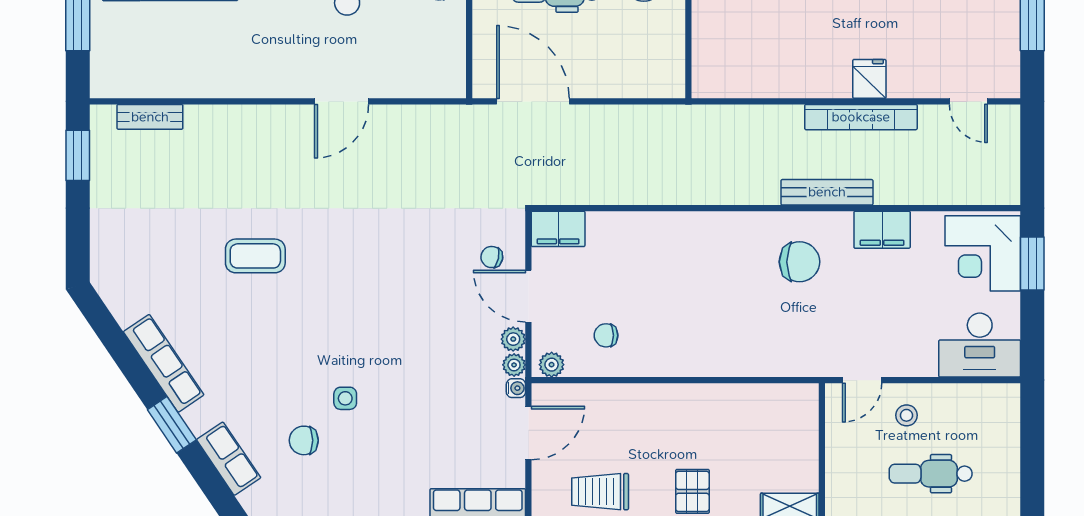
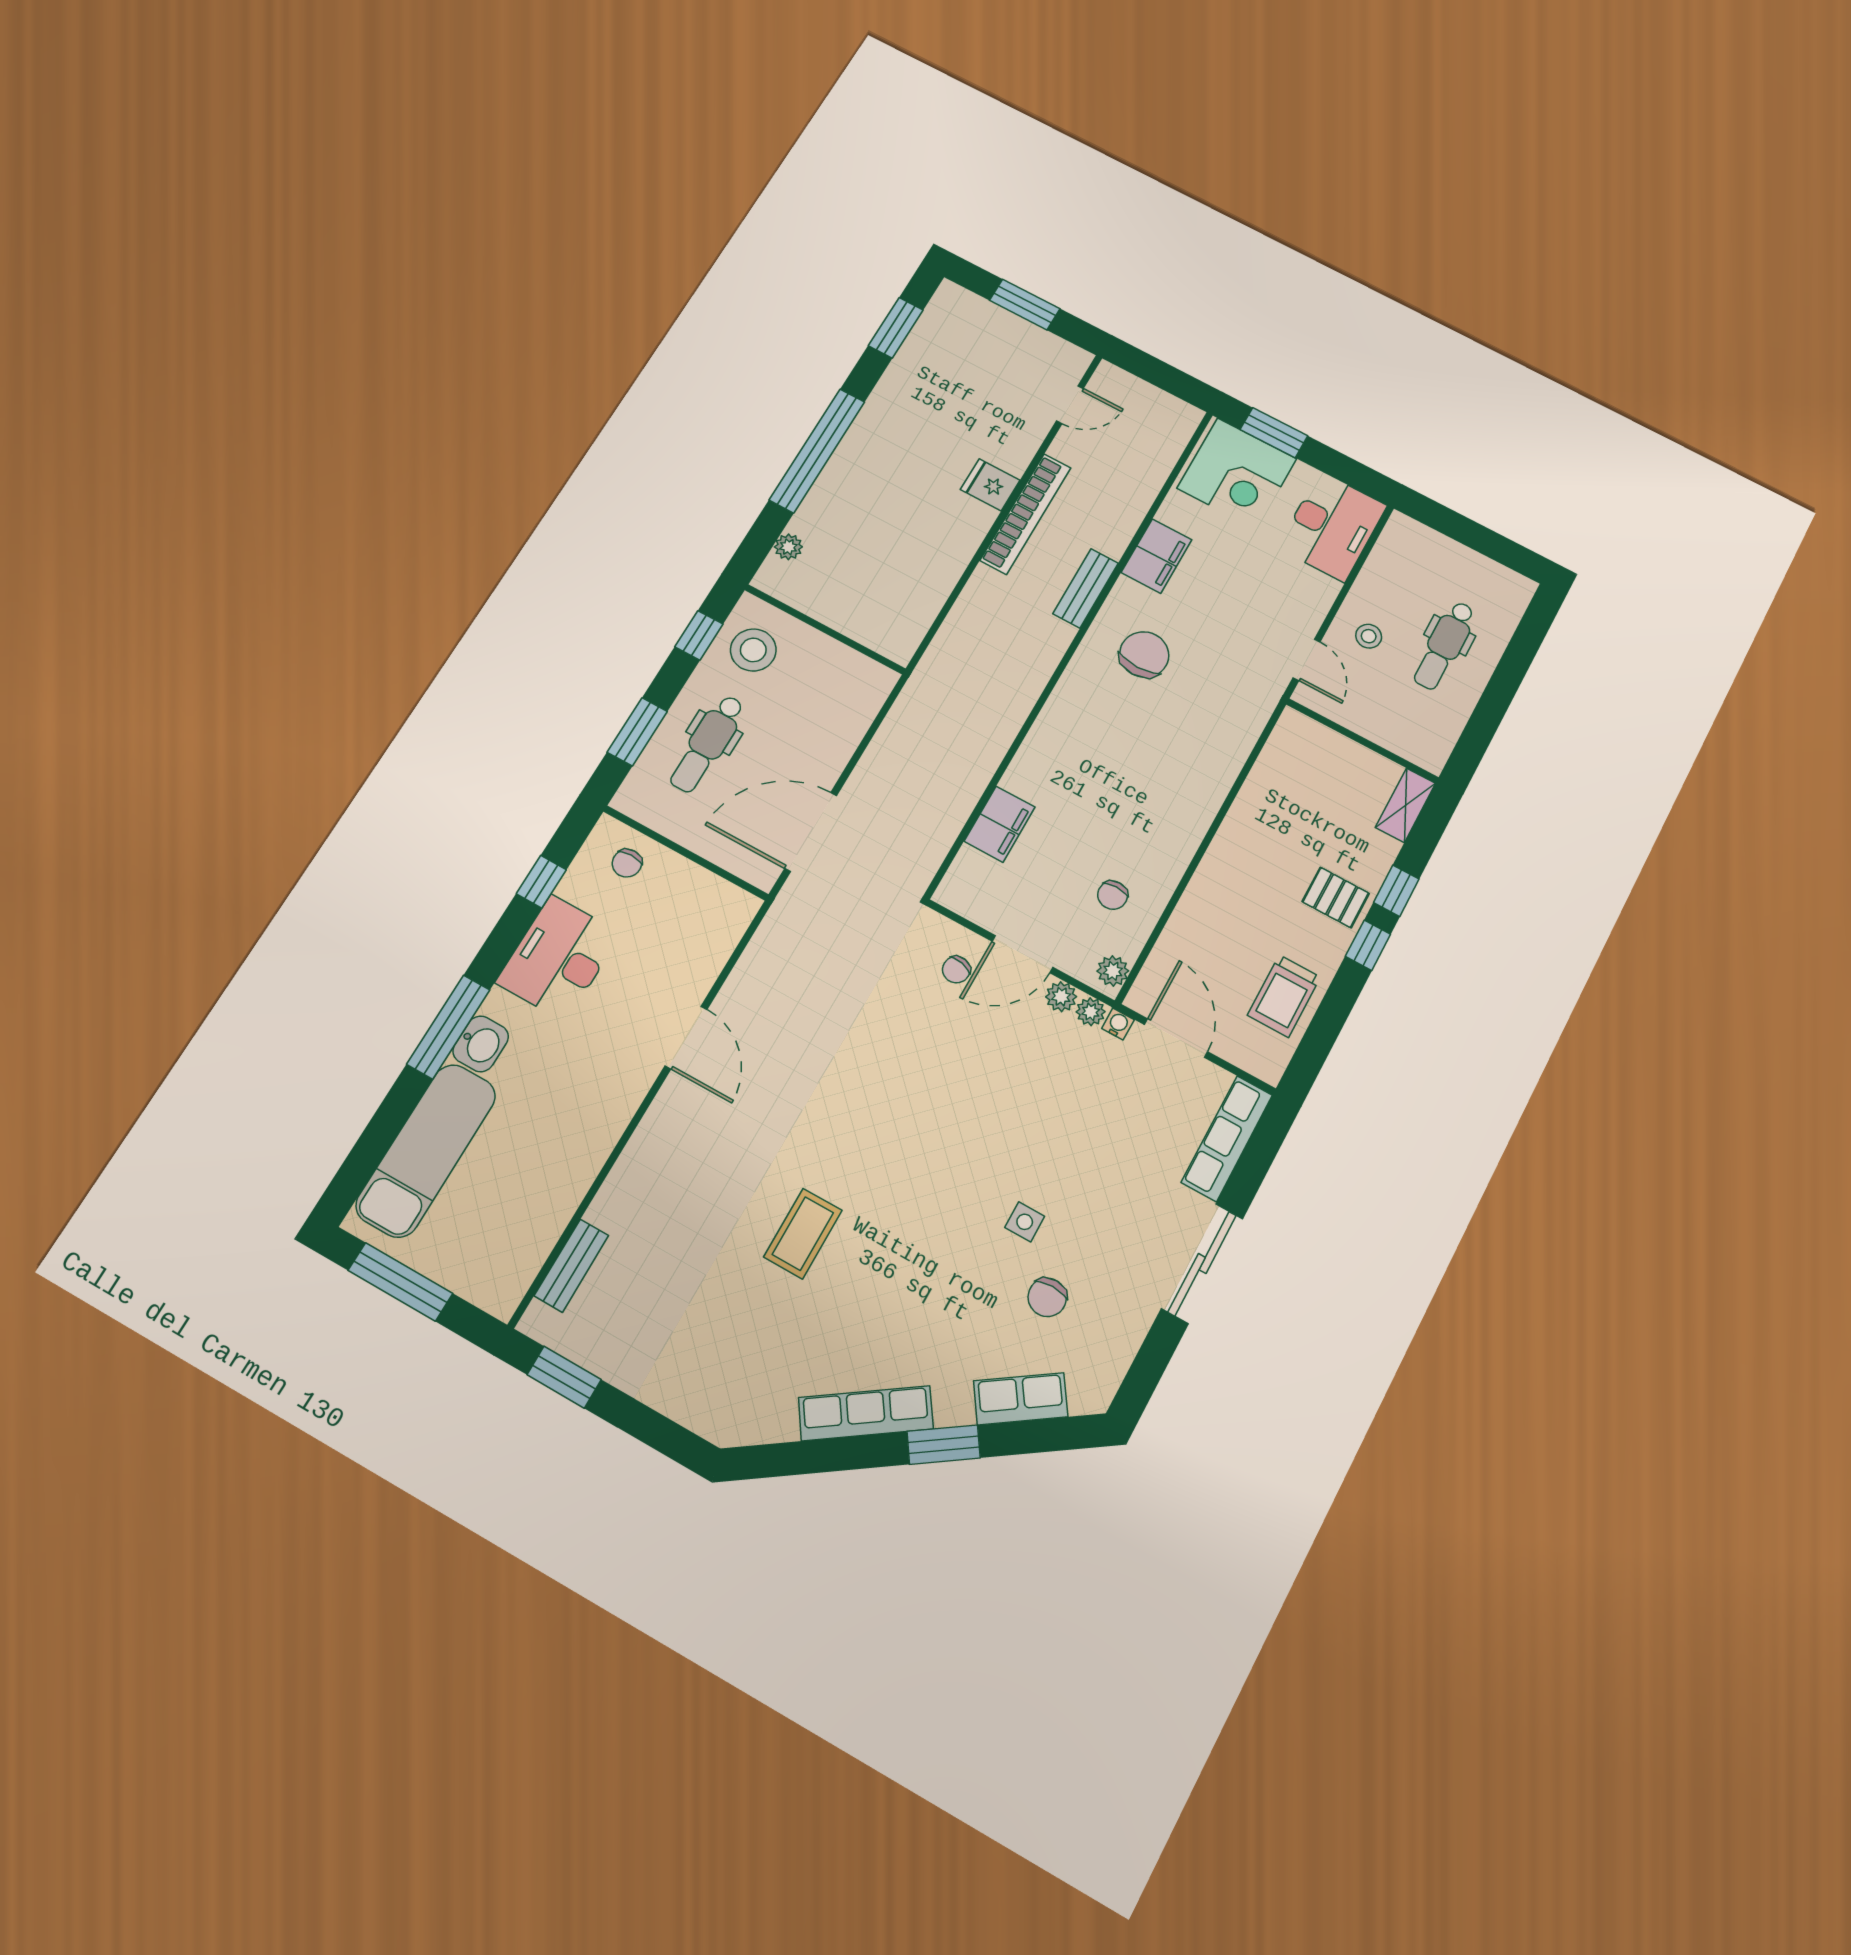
bench: (827, 192) -> (1086, 588), width x0.73
filing cabinet: (558, 229) -> (1000, 824), moved

